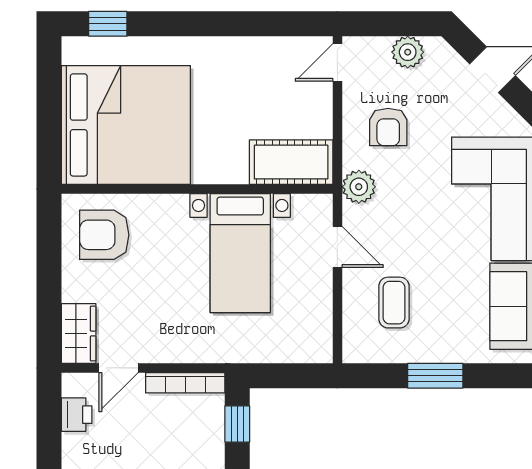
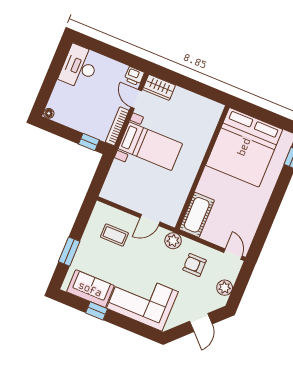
armchair: (104, 235) -> (199, 117), removed
bed with nightstands: (240, 253) -> (150, 146), moved, turned 180
window: (435, 376) -> (69, 252), moved
printer: (77, 415) -> (134, 76), moved

